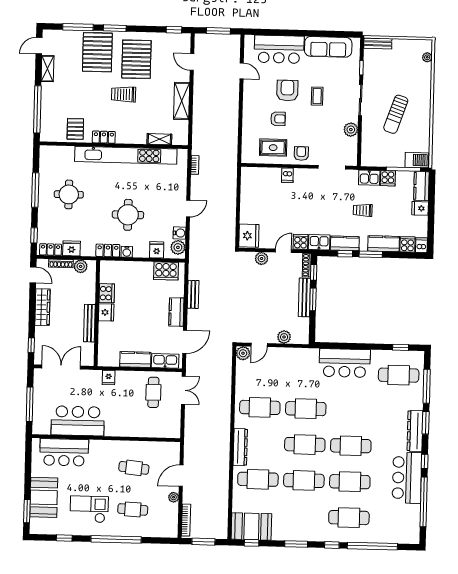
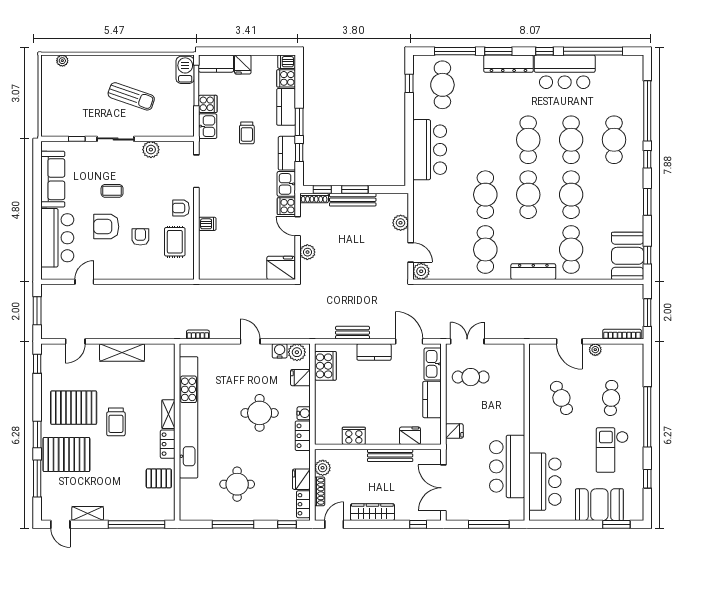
bench: (378, 43) -> (47, 120), removed
shelving: (159, 139) -> (168, 414), moved
fridge: (106, 312) -> (410, 436), moved
cafe table: (134, 468) -> (561, 398), turned -30

